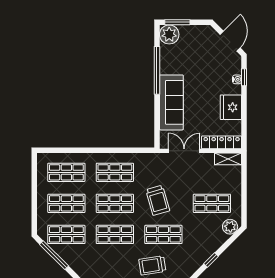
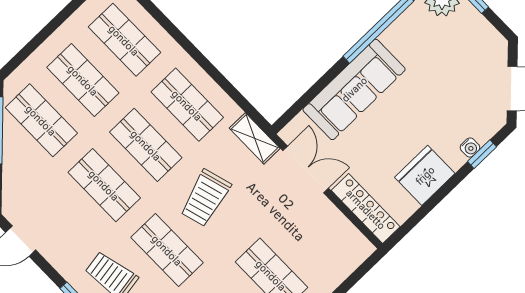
shelving: (228, 159) -> (255, 138), moved

